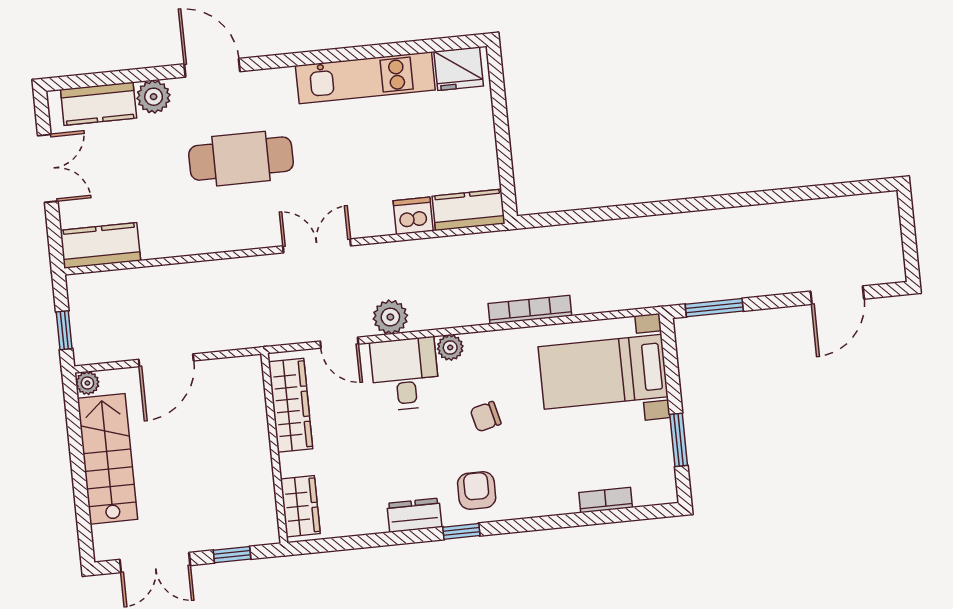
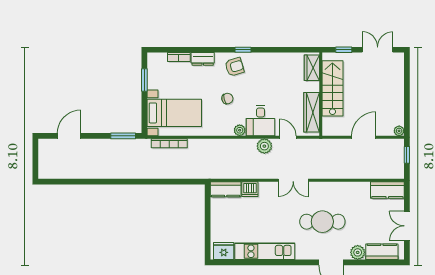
bookcase: (530, 310) -> (169, 143), moved
stairs: (107, 459) -> (332, 88), moved, turned 180
armchair: (477, 491) -> (235, 67), turned -107
dresser: (414, 515) -> (203, 59), moved

